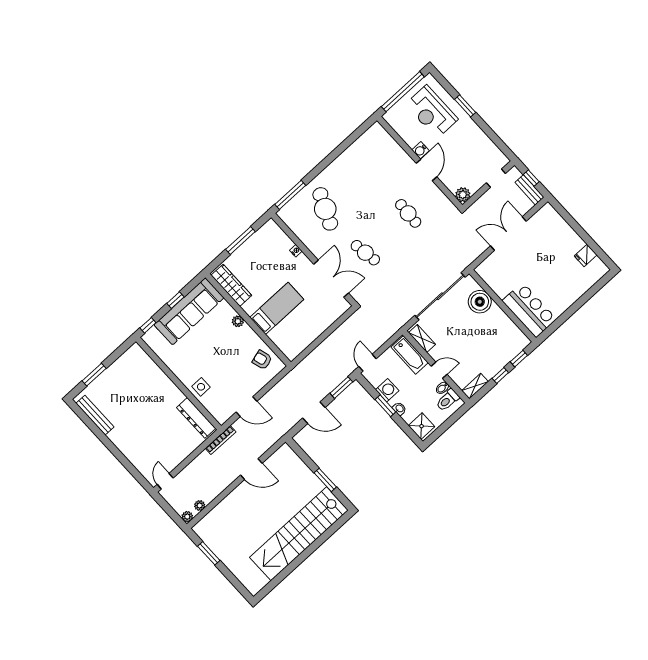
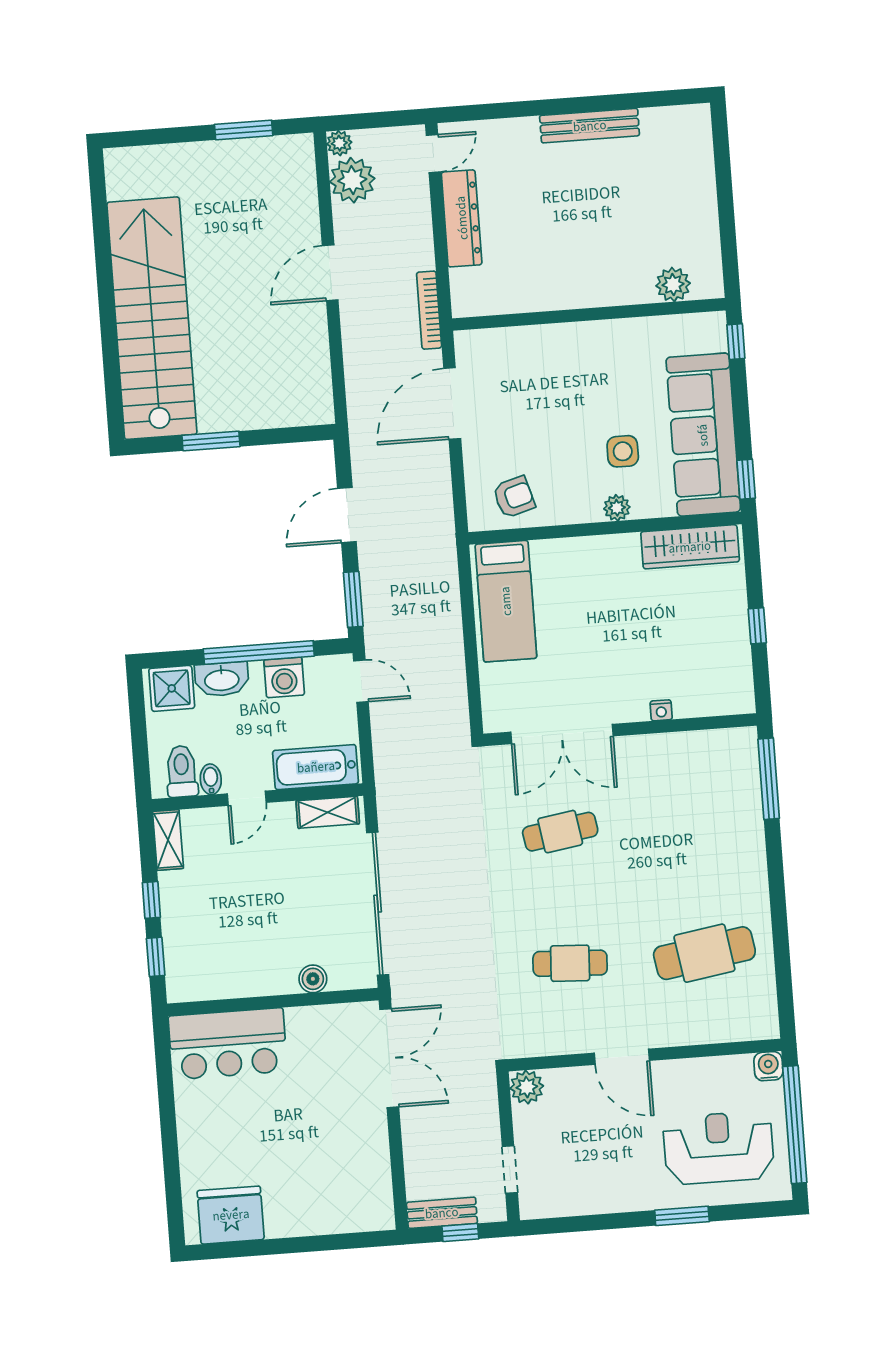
water cooler: (420, 150) -> (768, 1066), moved
cafe table: (325, 209) -> (704, 953), moved, turned -33
double door: (508, 234) -> (389, 1058), moved
window: (240, 241) -> (757, 626), width x0.46
fridge: (586, 255) -> (231, 1215), width x1.88, depth x1.34
window: (175, 300) -> (746, 479), moved
boiler: (480, 302) -> (313, 979), width x0.54, depth x0.54
bed: (277, 308) -> (506, 601), moved
plant: (145, 363) -> (673, 284), added
window: (94, 375) -> (723, 176), removed
side table: (201, 387) -> (623, 451), moved
window: (385, 406) -> (259, 652), width x2.11
door: (247, 407) -> (452, 403), width x1.36
washbasin: (399, 409) -> (222, 679), width x1.91, depth x1.45
bench: (95, 415) -> (590, 126), moved
dresser: (196, 418) -> (462, 218), moved, turned 90
door: (251, 469) -> (330, 273), moved
door: (165, 481) -> (433, 154), hinge flipped
plant: (200, 505) -> (352, 180), width x1.88, depth x1.88

